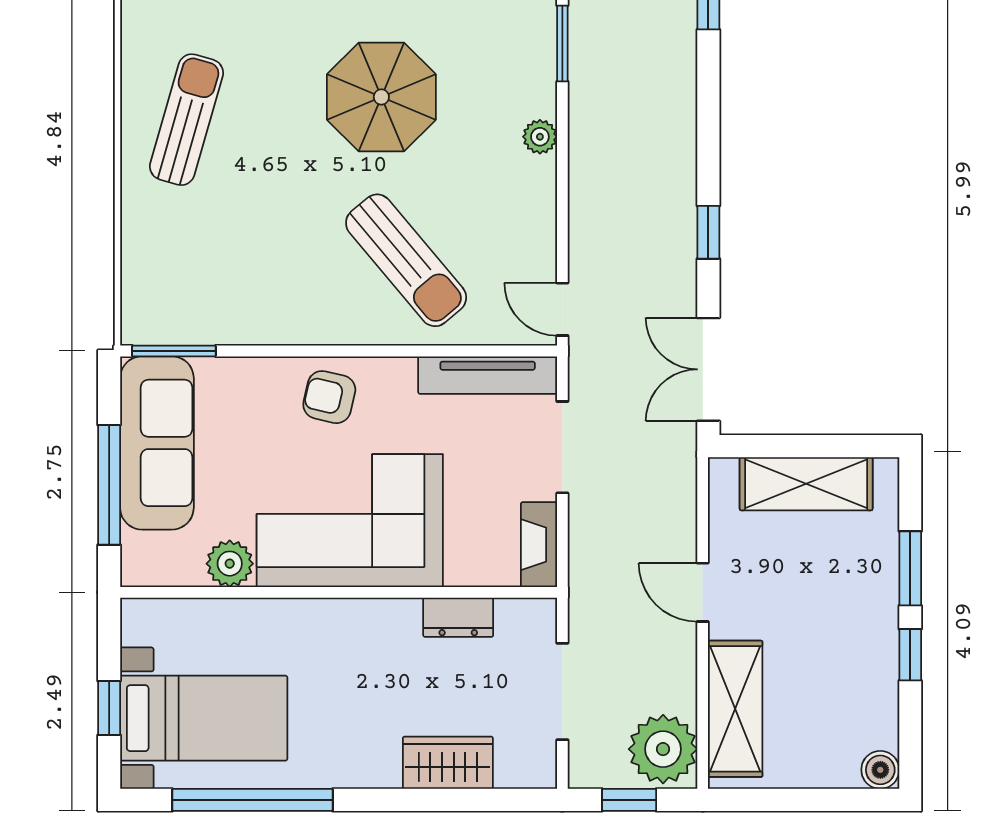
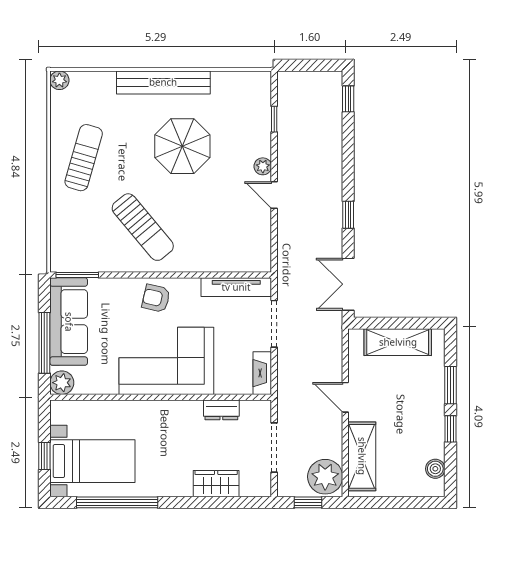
window: (562, 44) -> (274, 119), width x0.67
sun lounger: (406, 260) -> (143, 227), moved
door: (562, 309) -> (274, 195), moved
plant: (230, 564) -> (62, 383), moved
boiler: (880, 770) -> (435, 469), moved

